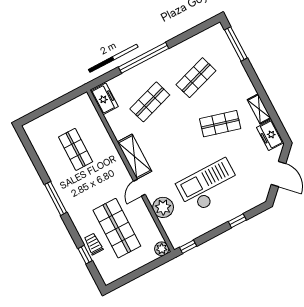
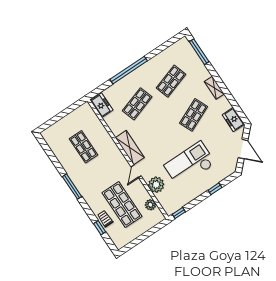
shelving: (259, 109) -> (214, 88), moved
shop shelf: (220, 124) -> (194, 115), turned -39
plant: (162, 249) -> (150, 205), moved

